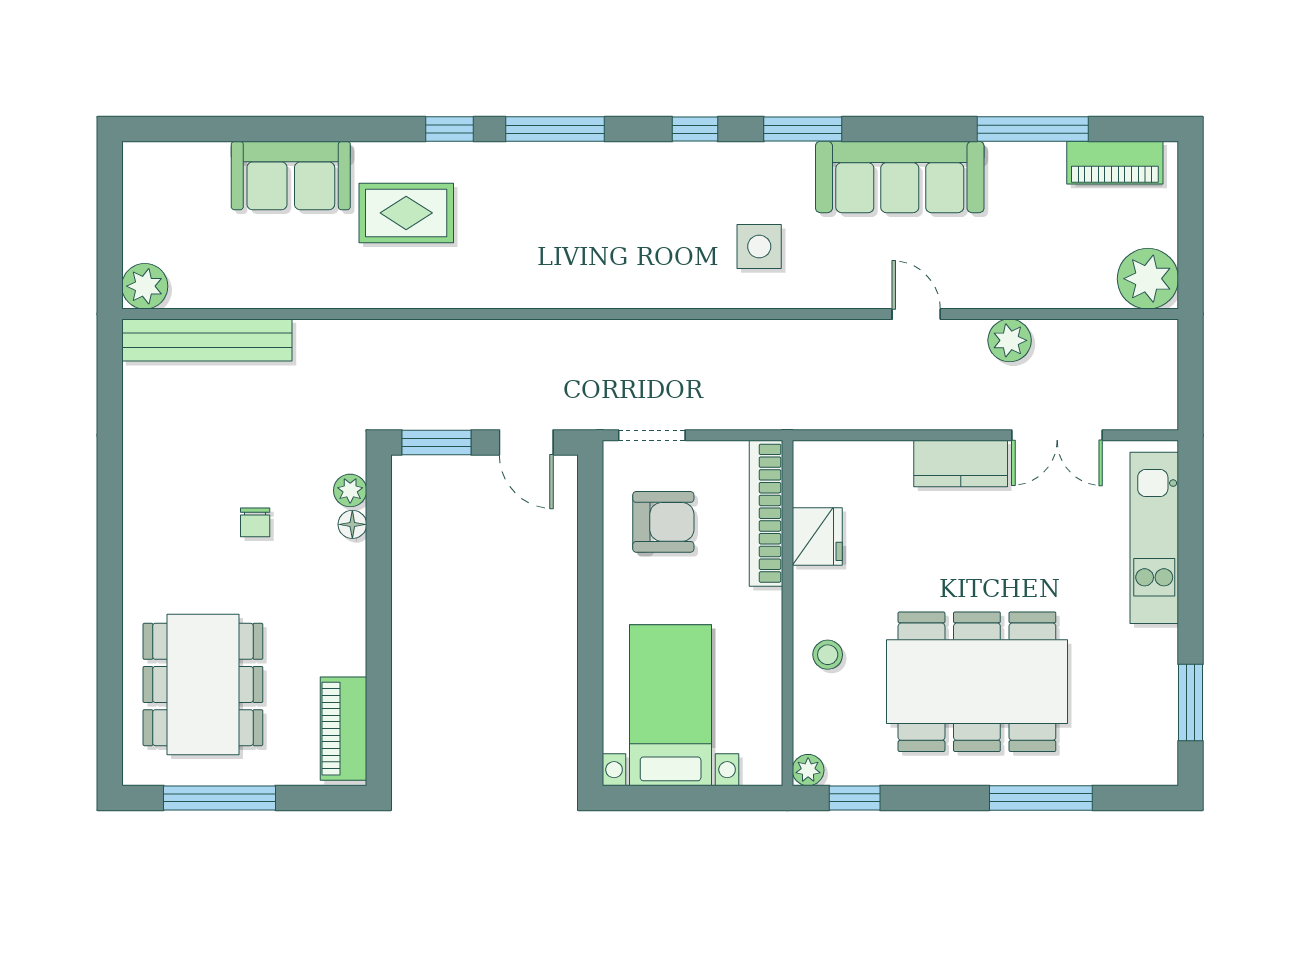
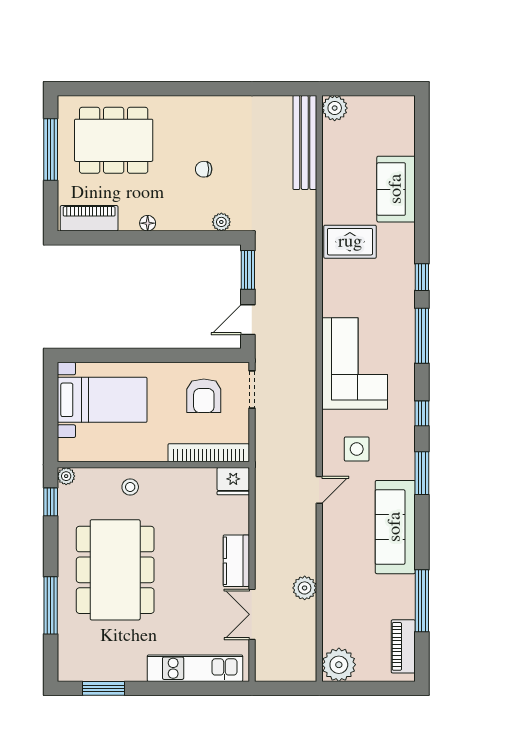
rug: (406, 213) -> (350, 242), moved, turned 90
corner sofa: (605, 250) -> (355, 363), added
door: (916, 314) -> (319, 490), moved
floor lamp: (352, 524) -> (148, 223), moved
fridge: (817, 536) -> (233, 481), moved

